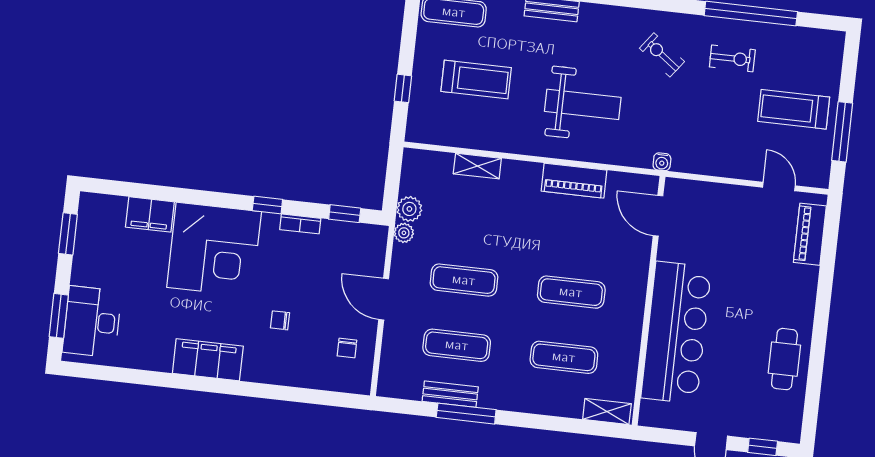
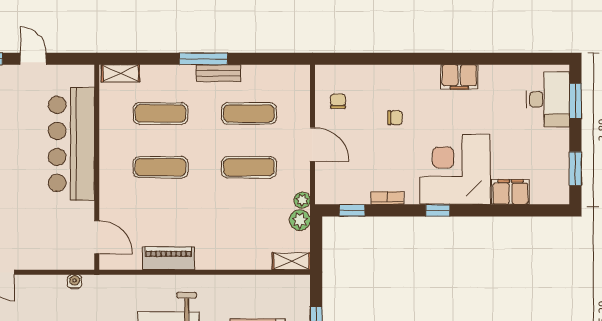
water cooler: (662, 162) -> (75, 282), moved
shelving: (477, 166) -> (291, 261), moved
window: (267, 205) -> (438, 210), moved
filing cabinet: (208, 360) -> (459, 77), width x0.67, depth x0.86
bench: (450, 394) -> (218, 73), moved
window: (466, 414) -> (203, 59), moved

